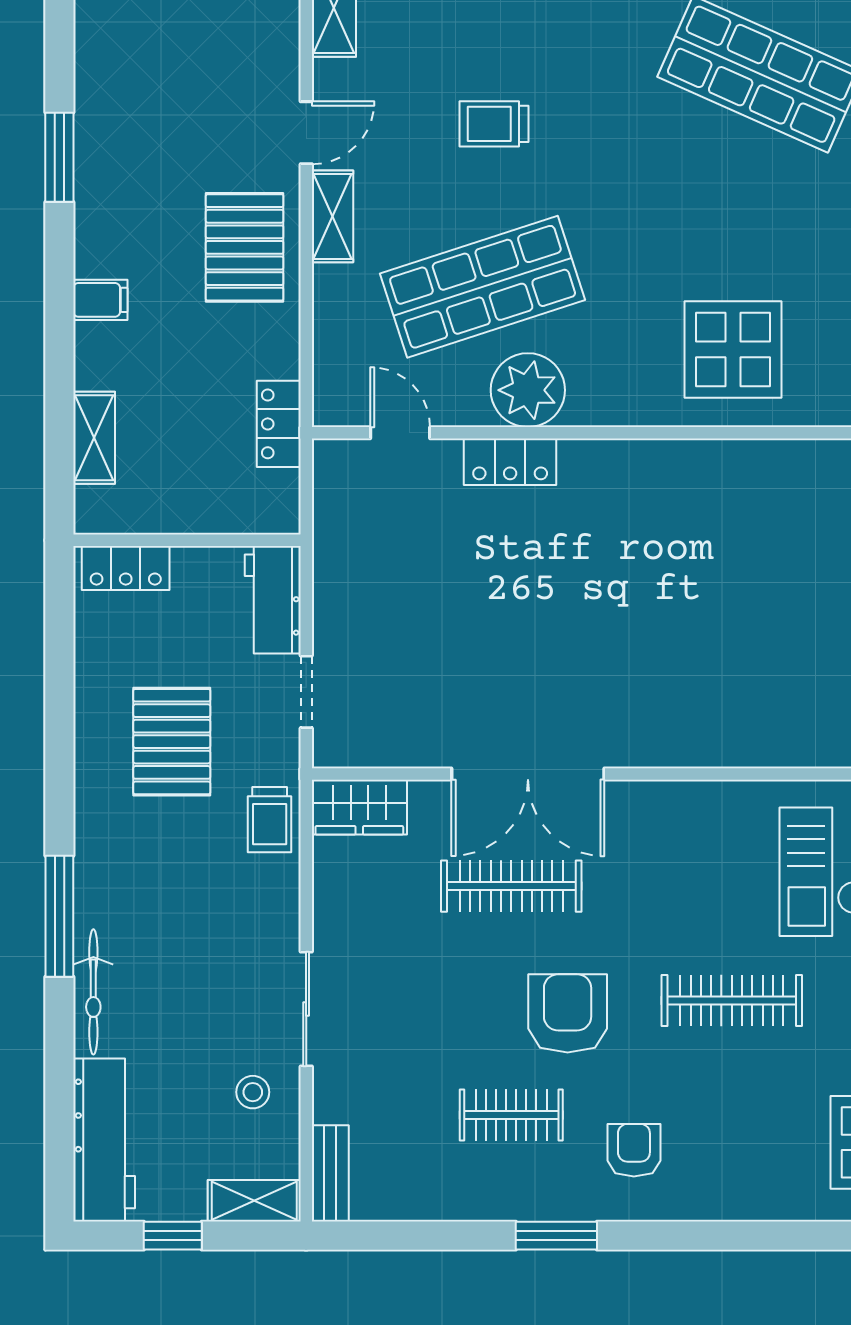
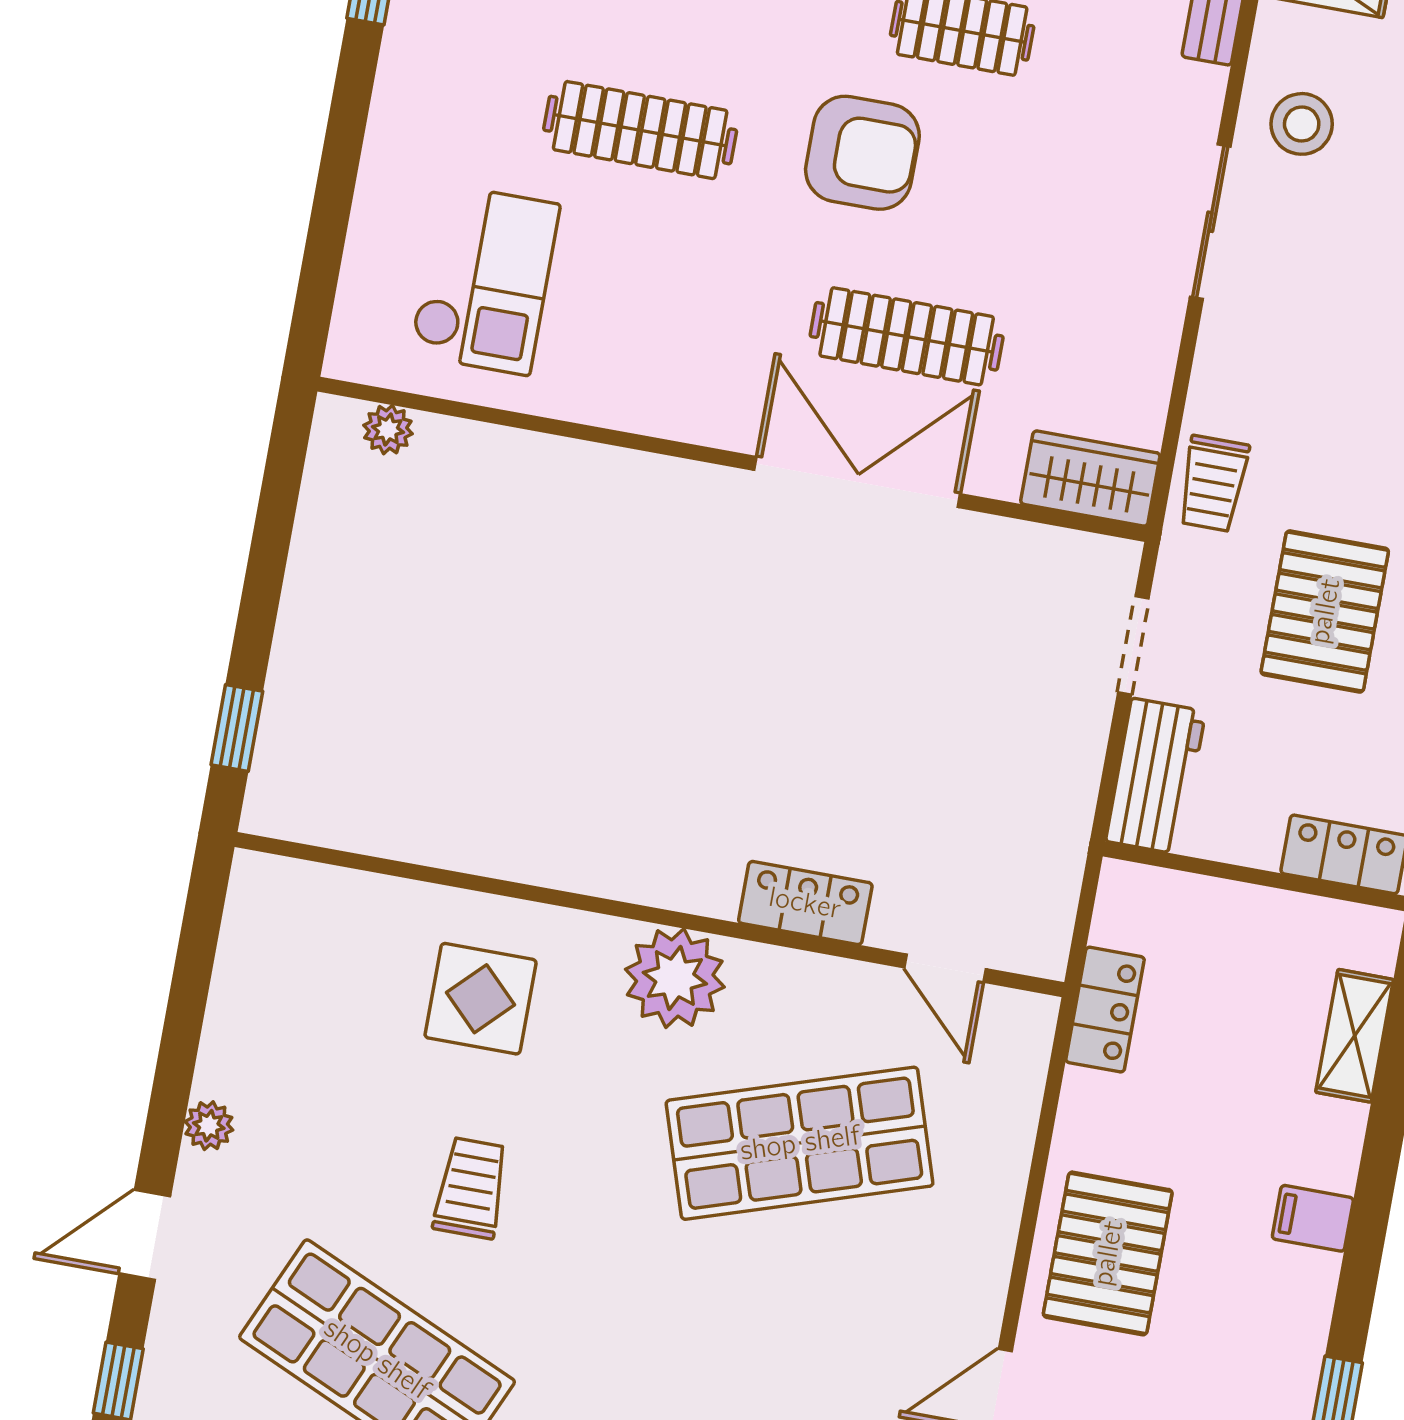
trolley: (494, 124) -> (471, 1188), moved, turned -90
shelving: (332, 216) -> (983, 1273), removed
display table: (733, 349) -> (481, 999), width x0.73, depth x0.73
plant: (528, 390) -> (675, 978), moved
trolley: (270, 820) -> (1213, 484), turned 180
armchair: (568, 1013) -> (862, 153), turned -90
stool: (253, 1092) -> (1302, 124), width x1.37, depth x1.37

